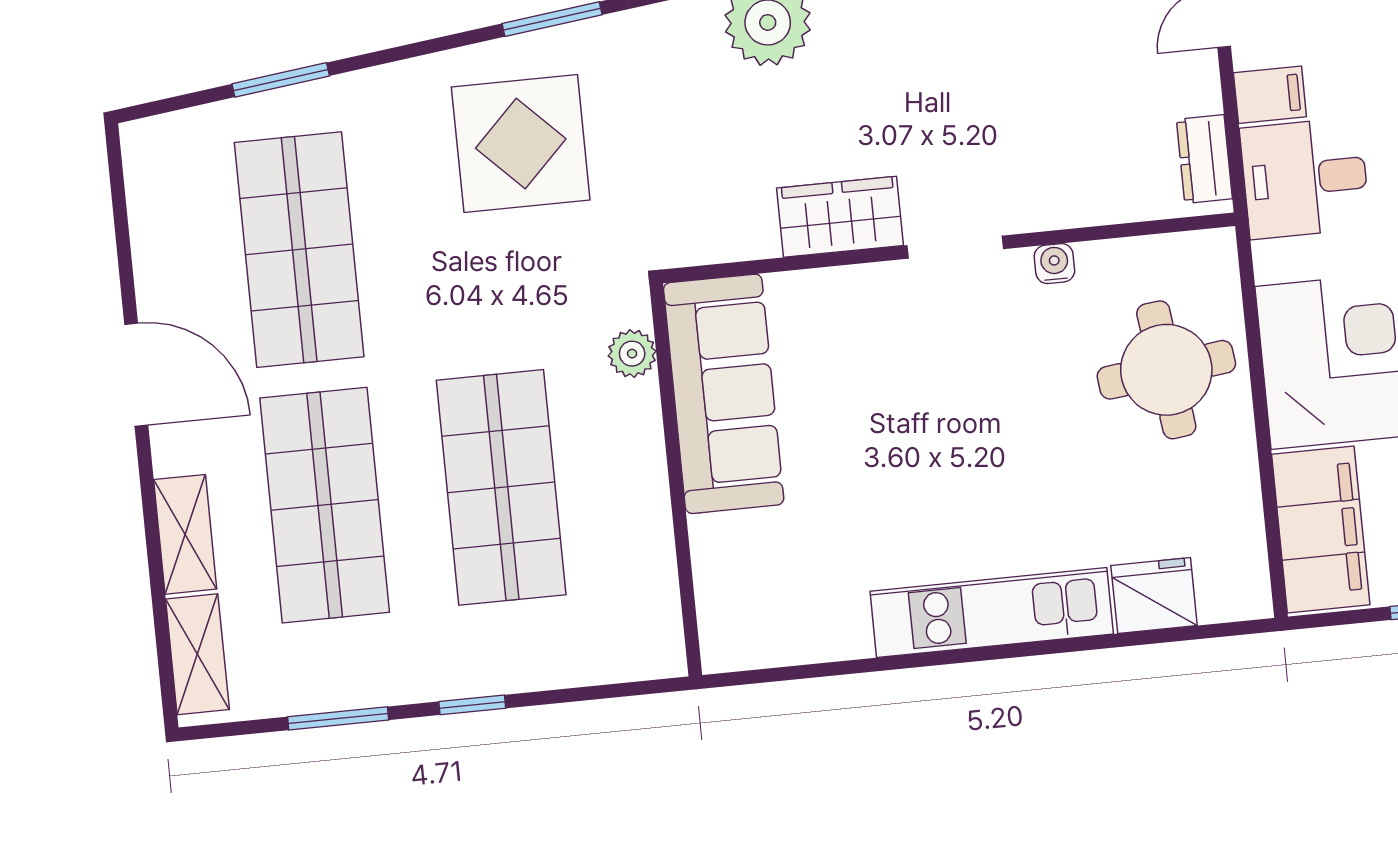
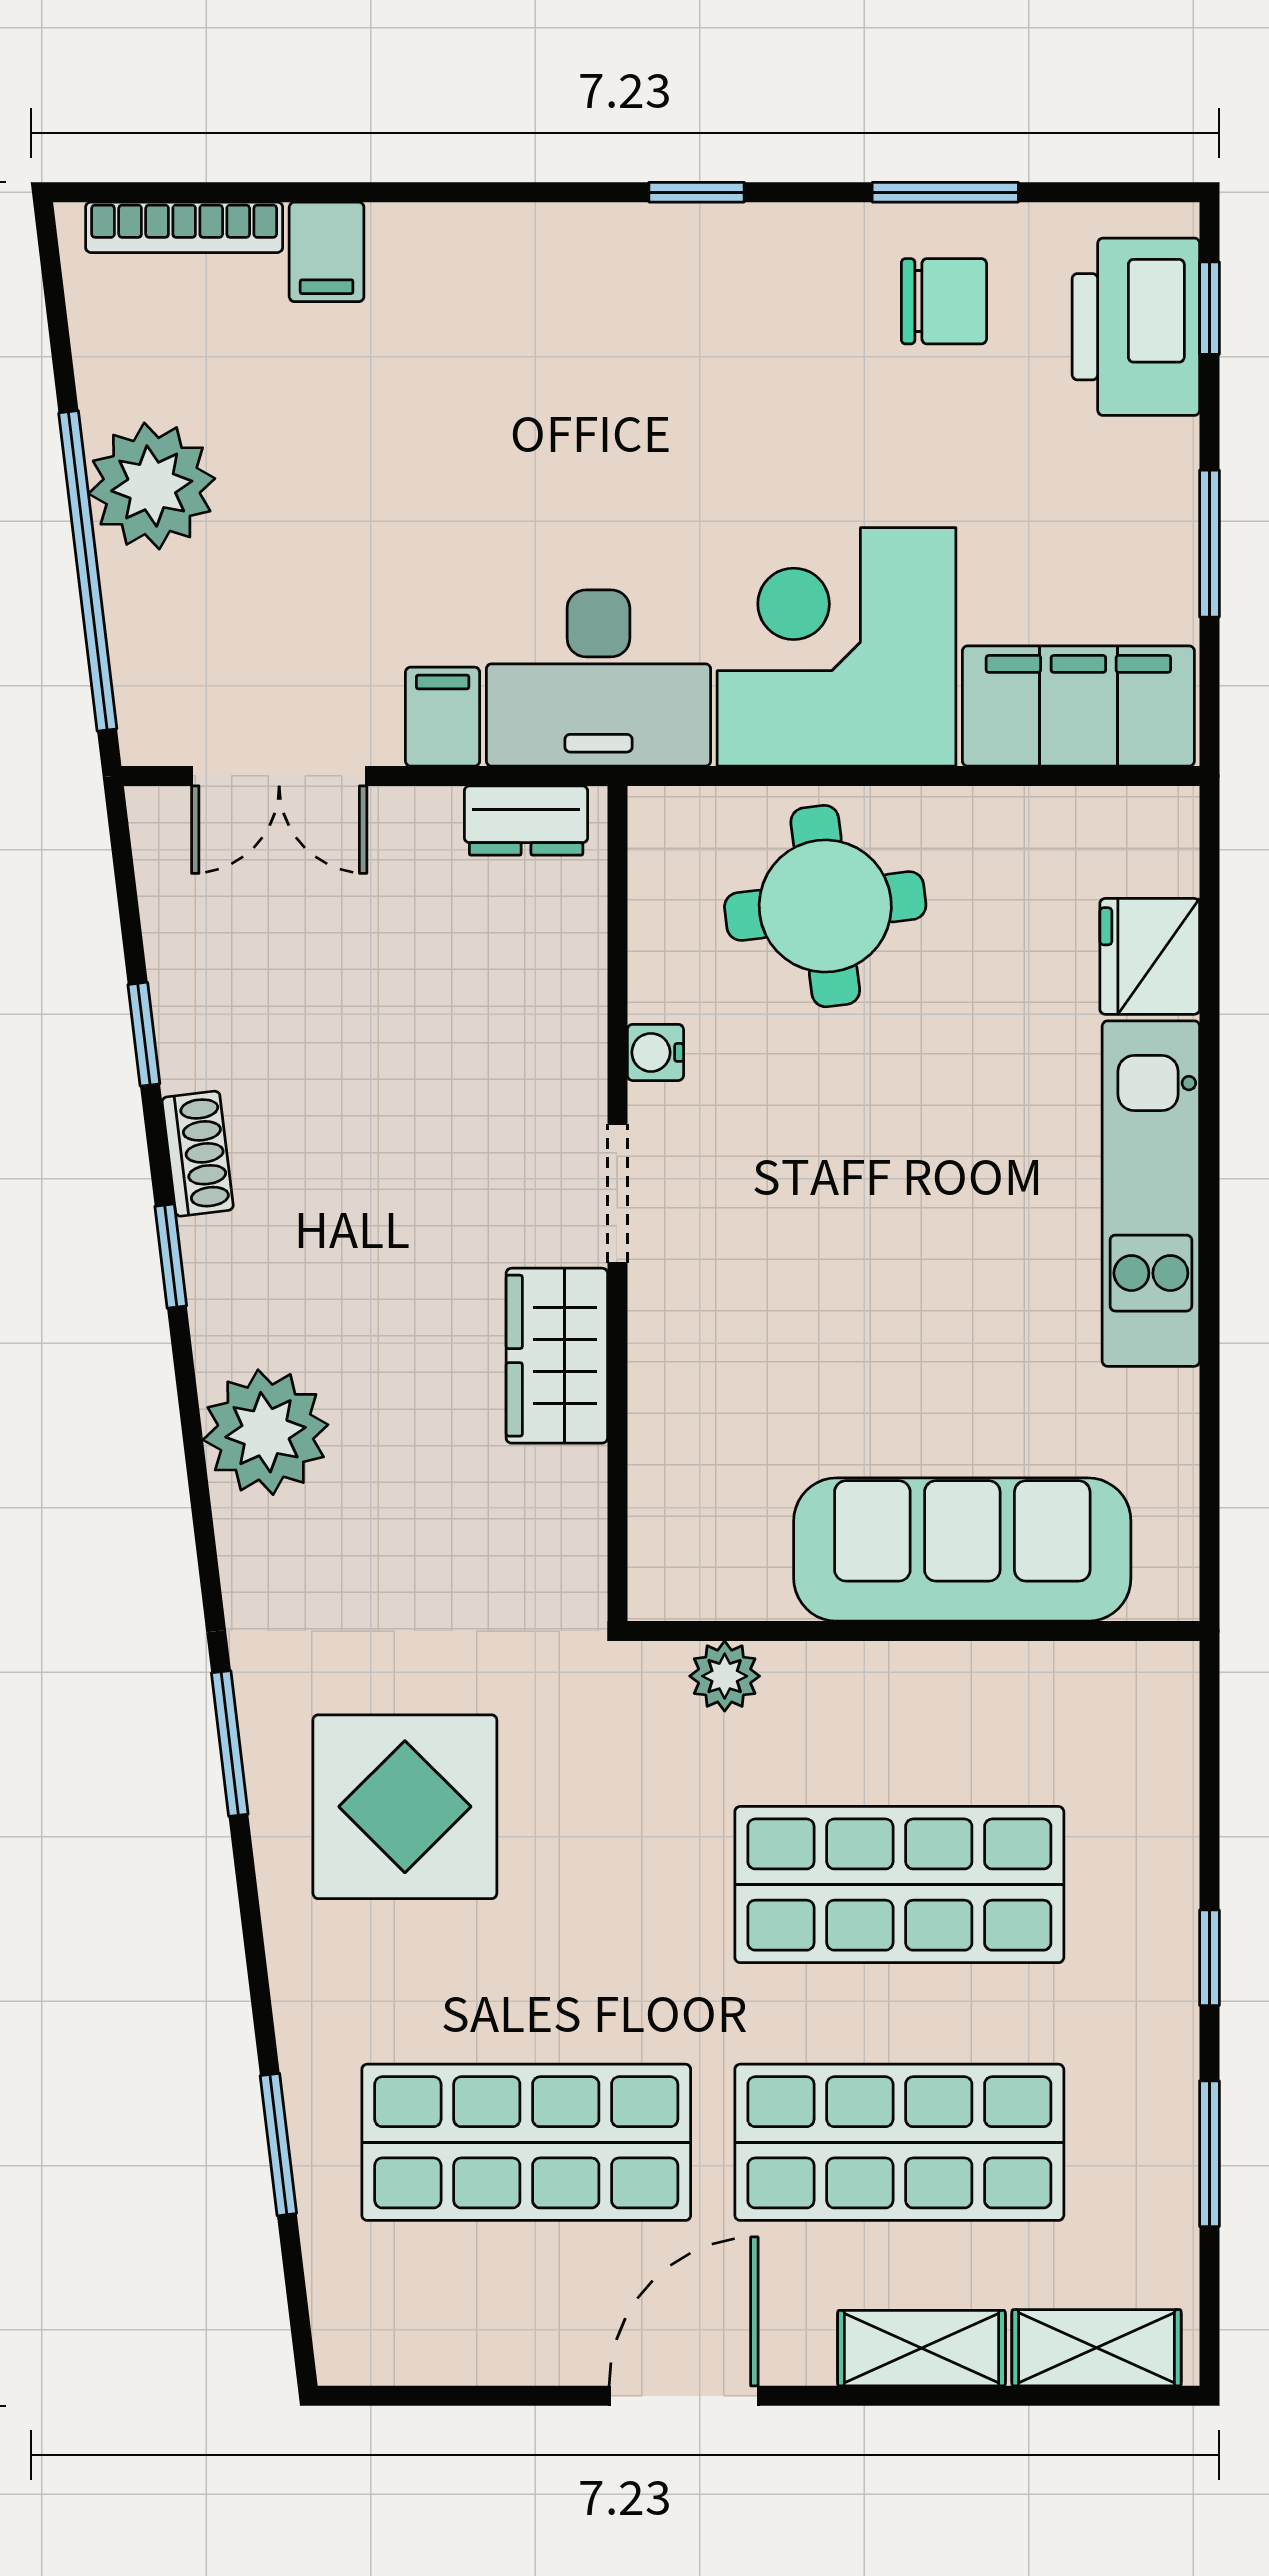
desk: (1305, 178) -> (598, 678), width x1.37
sofa: (724, 394) -> (962, 1550), moved

